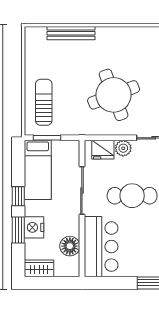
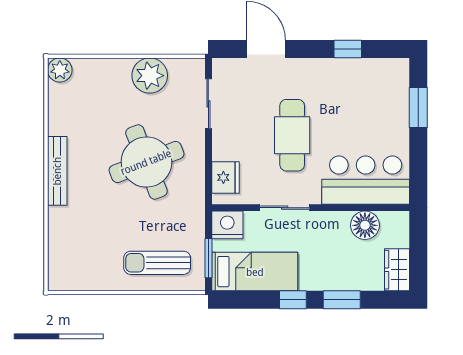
bench: (71, 33) -> (57, 171), moved
plant: (123, 148) -> (224, 148), removed
sliding door: (82, 191) -> (285, 208), width x0.73
nightstand: (34, 227) -> (227, 225), moved, turned 180

